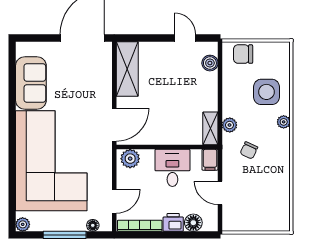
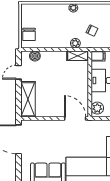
shelving: (127, 69) -> (28, 99), moved, turned 90
side table: (266, 92) -> (54, 19), removed

